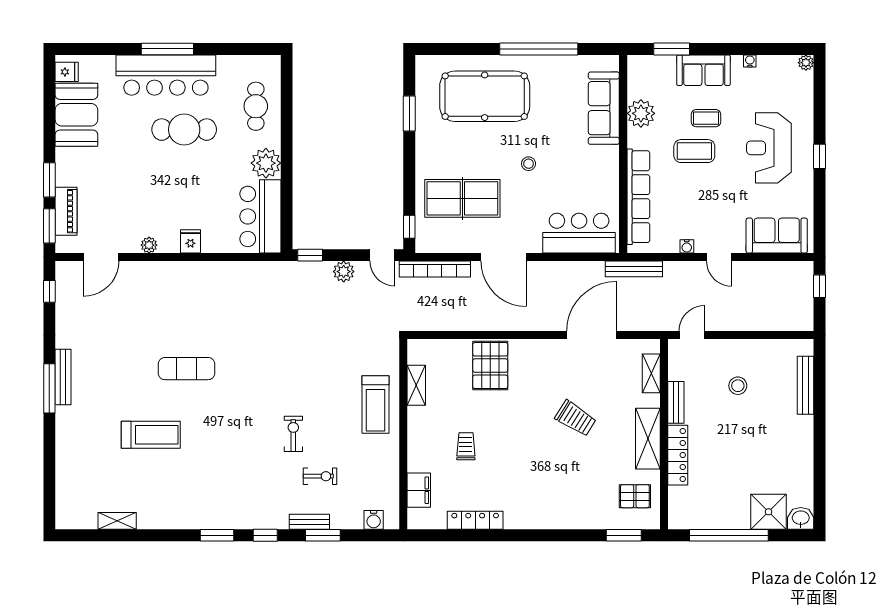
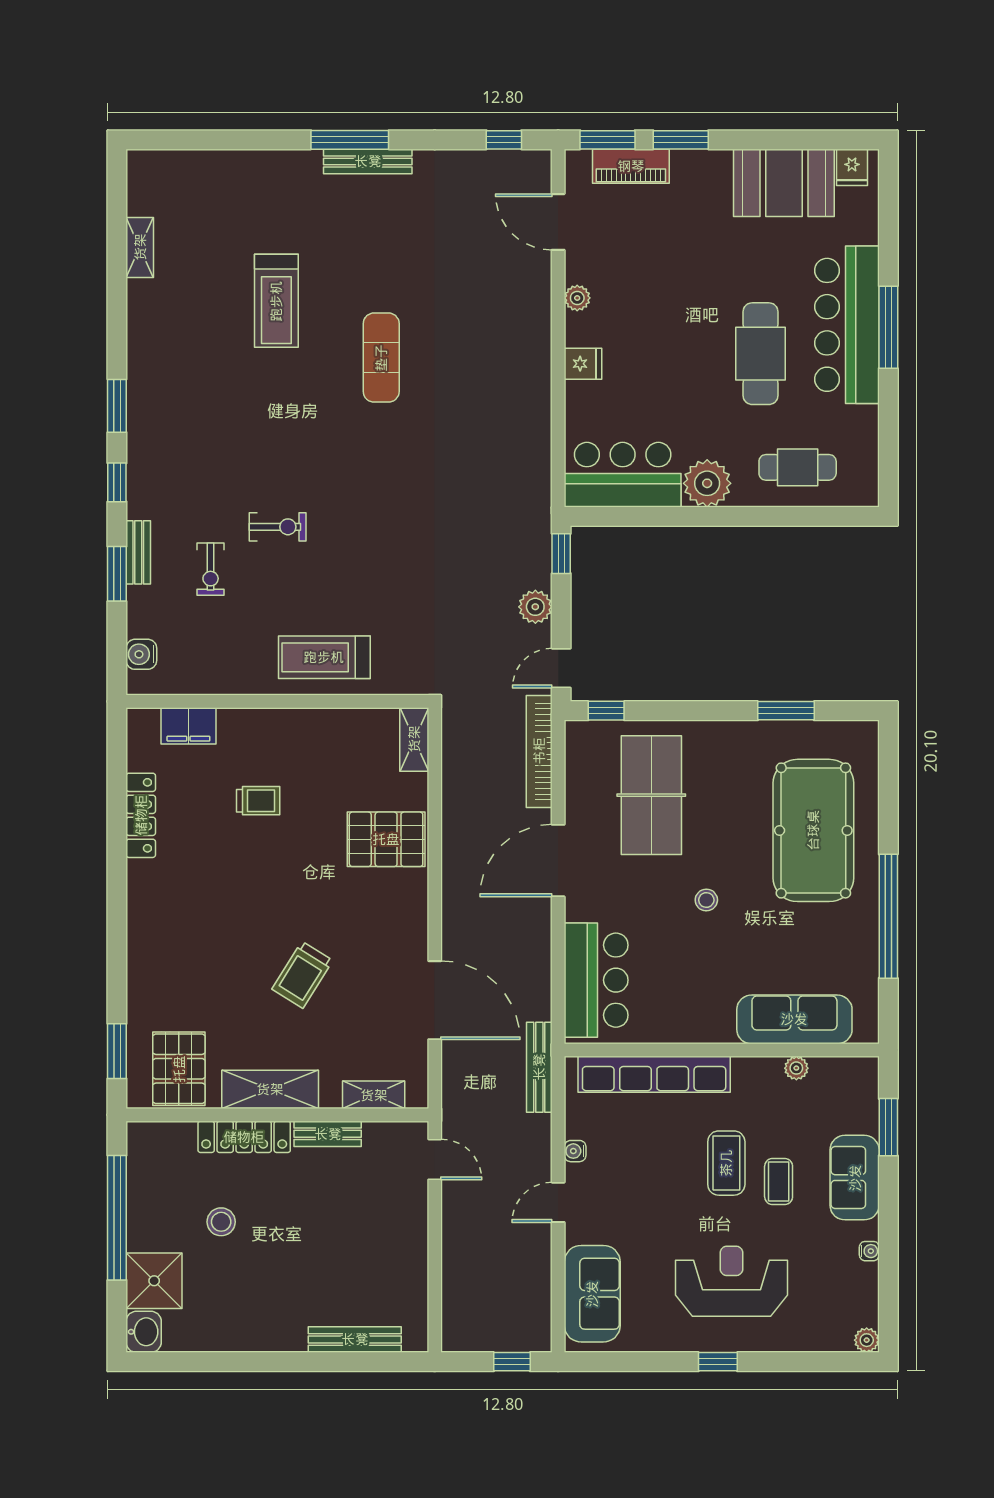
plant: (641, 113) -> (796, 1068), width x0.53, depth x0.53
shelving: (416, 385) -> (414, 739), moved, turned 90
stool: (738, 386) -> (221, 1222), moved
pallet: (635, 496) -> (179, 1069), width x1.50, depth x1.42

